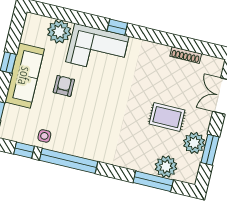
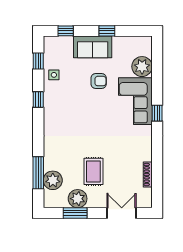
sofa: (25, 76) -> (93, 47), width x0.73
window: (69, 161) -> (38, 100), width x0.32

